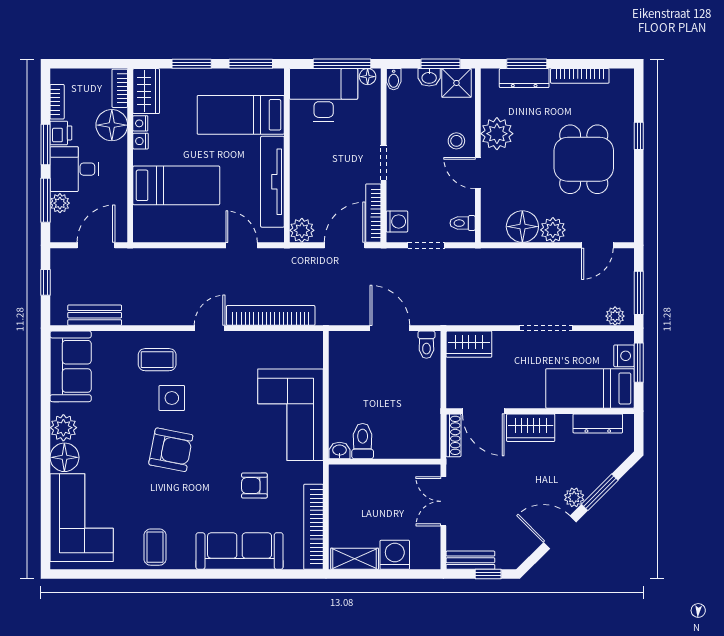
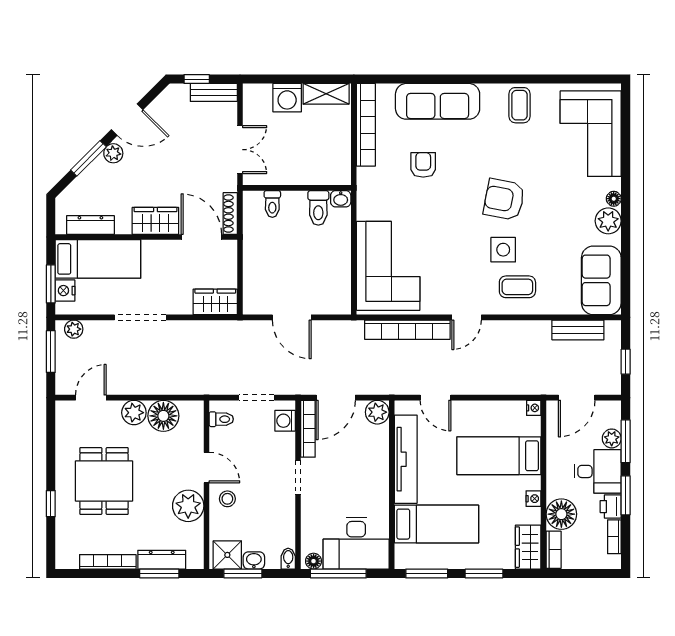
nightstand: (140, 123) -> (534, 408), moved
toilet: (426, 345) -> (272, 204), moved, turned 180
corner sofa: (291, 415) -> (388, 266), moved
floor lamp: (64, 457) -> (614, 199), width x0.53, depth x0.53
armchair: (254, 486) -> (423, 165), turned -90

